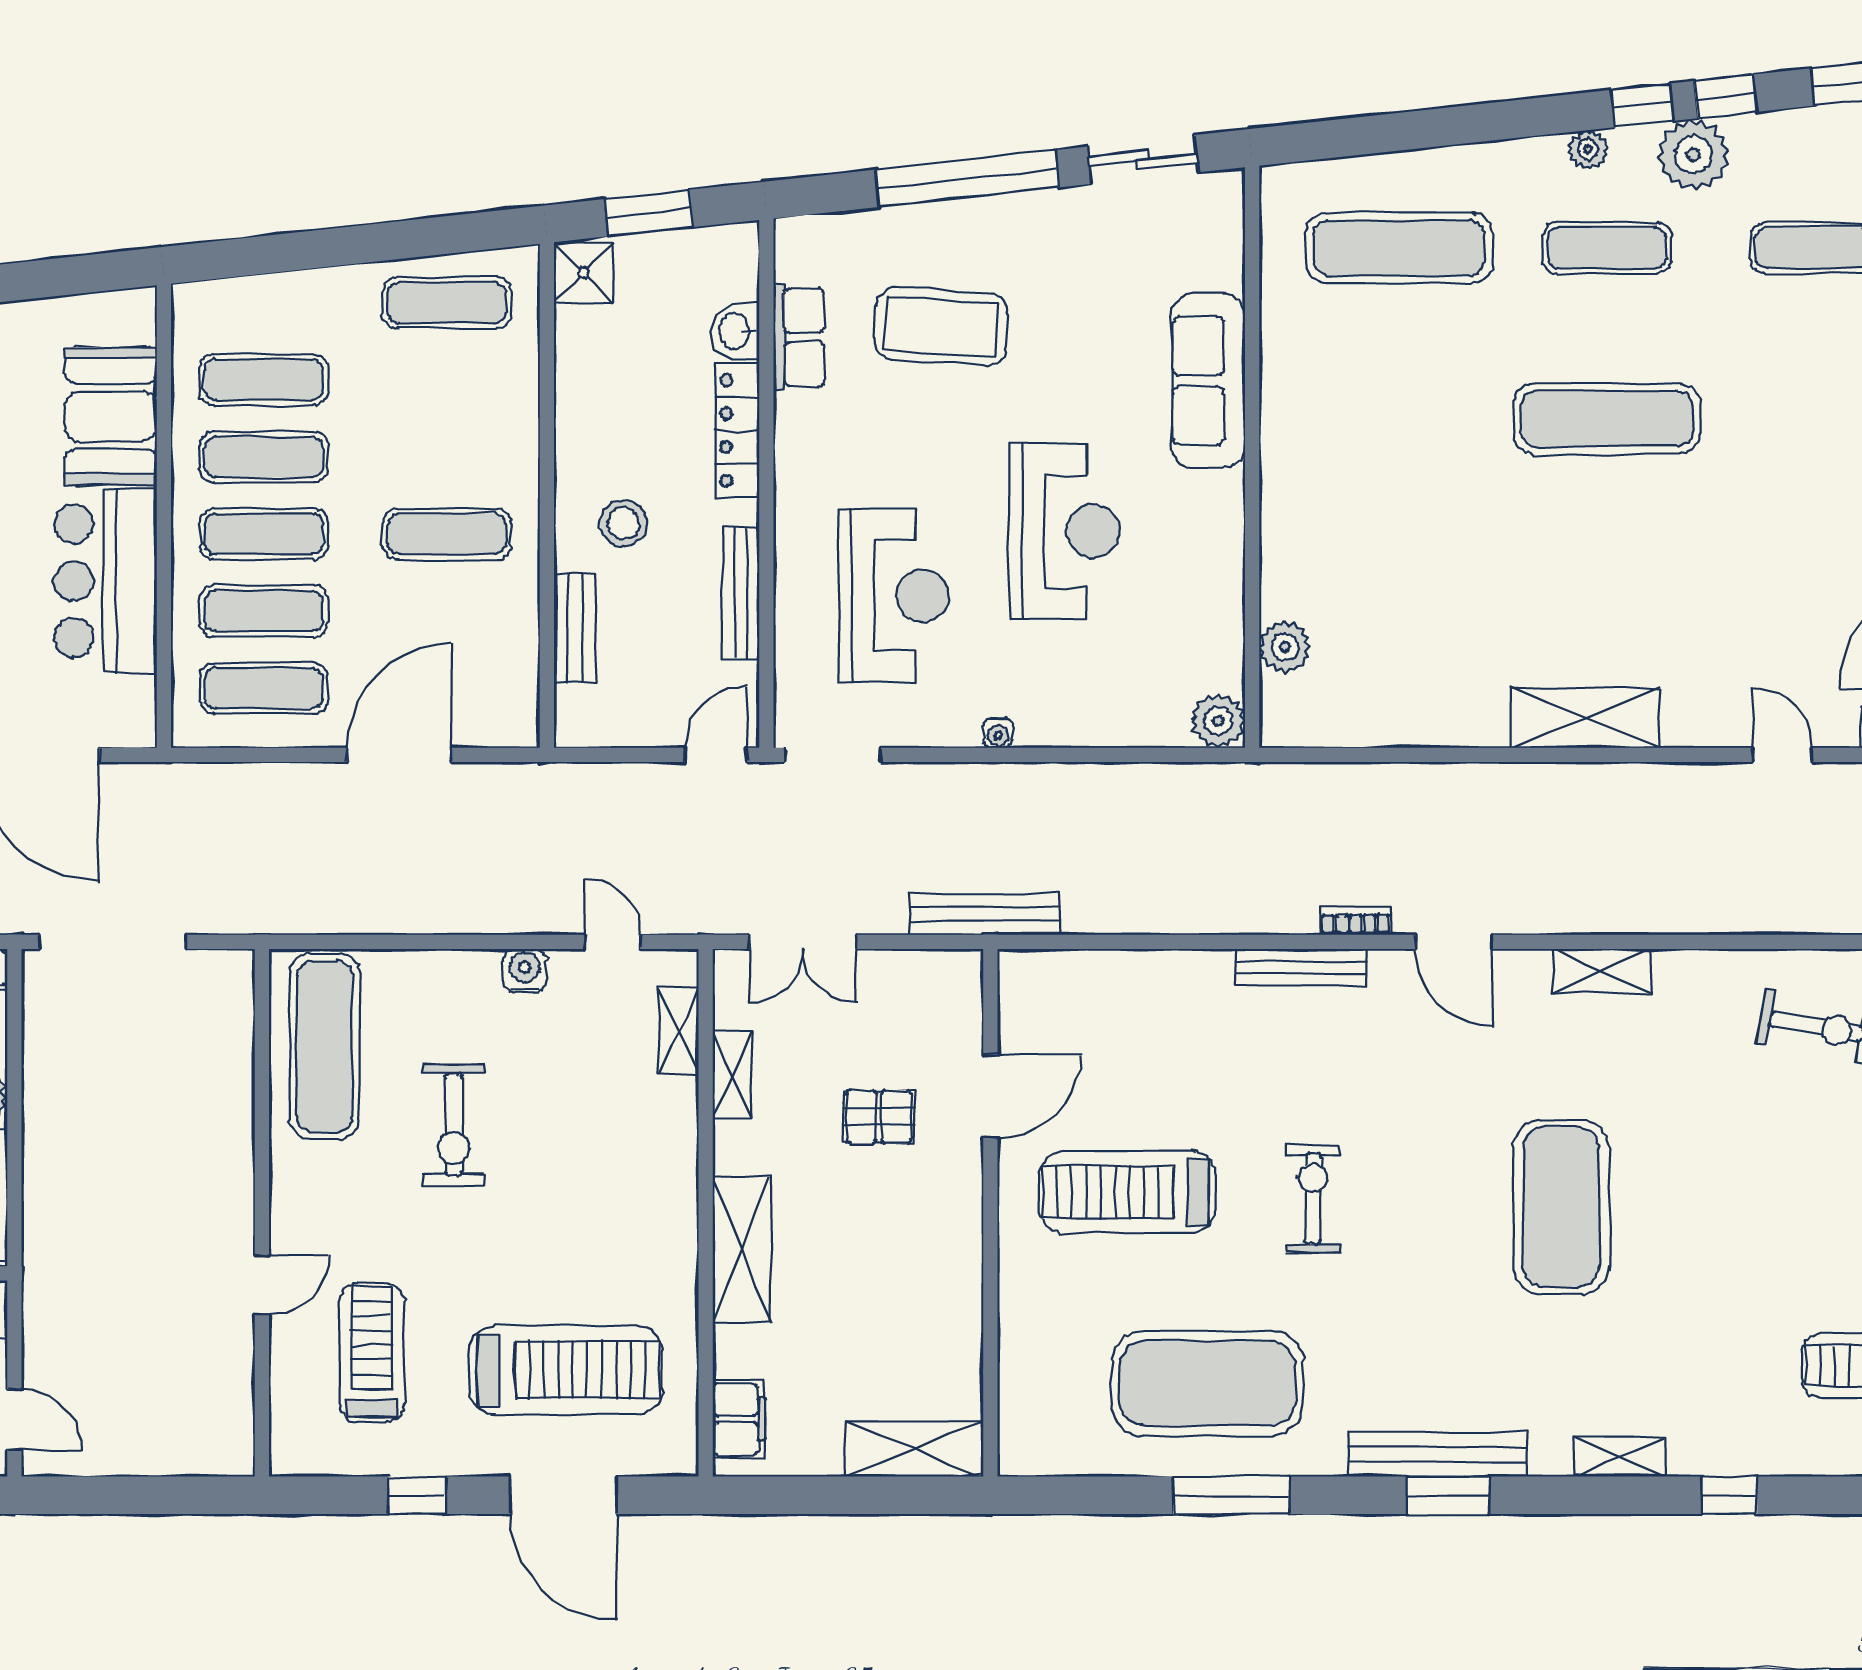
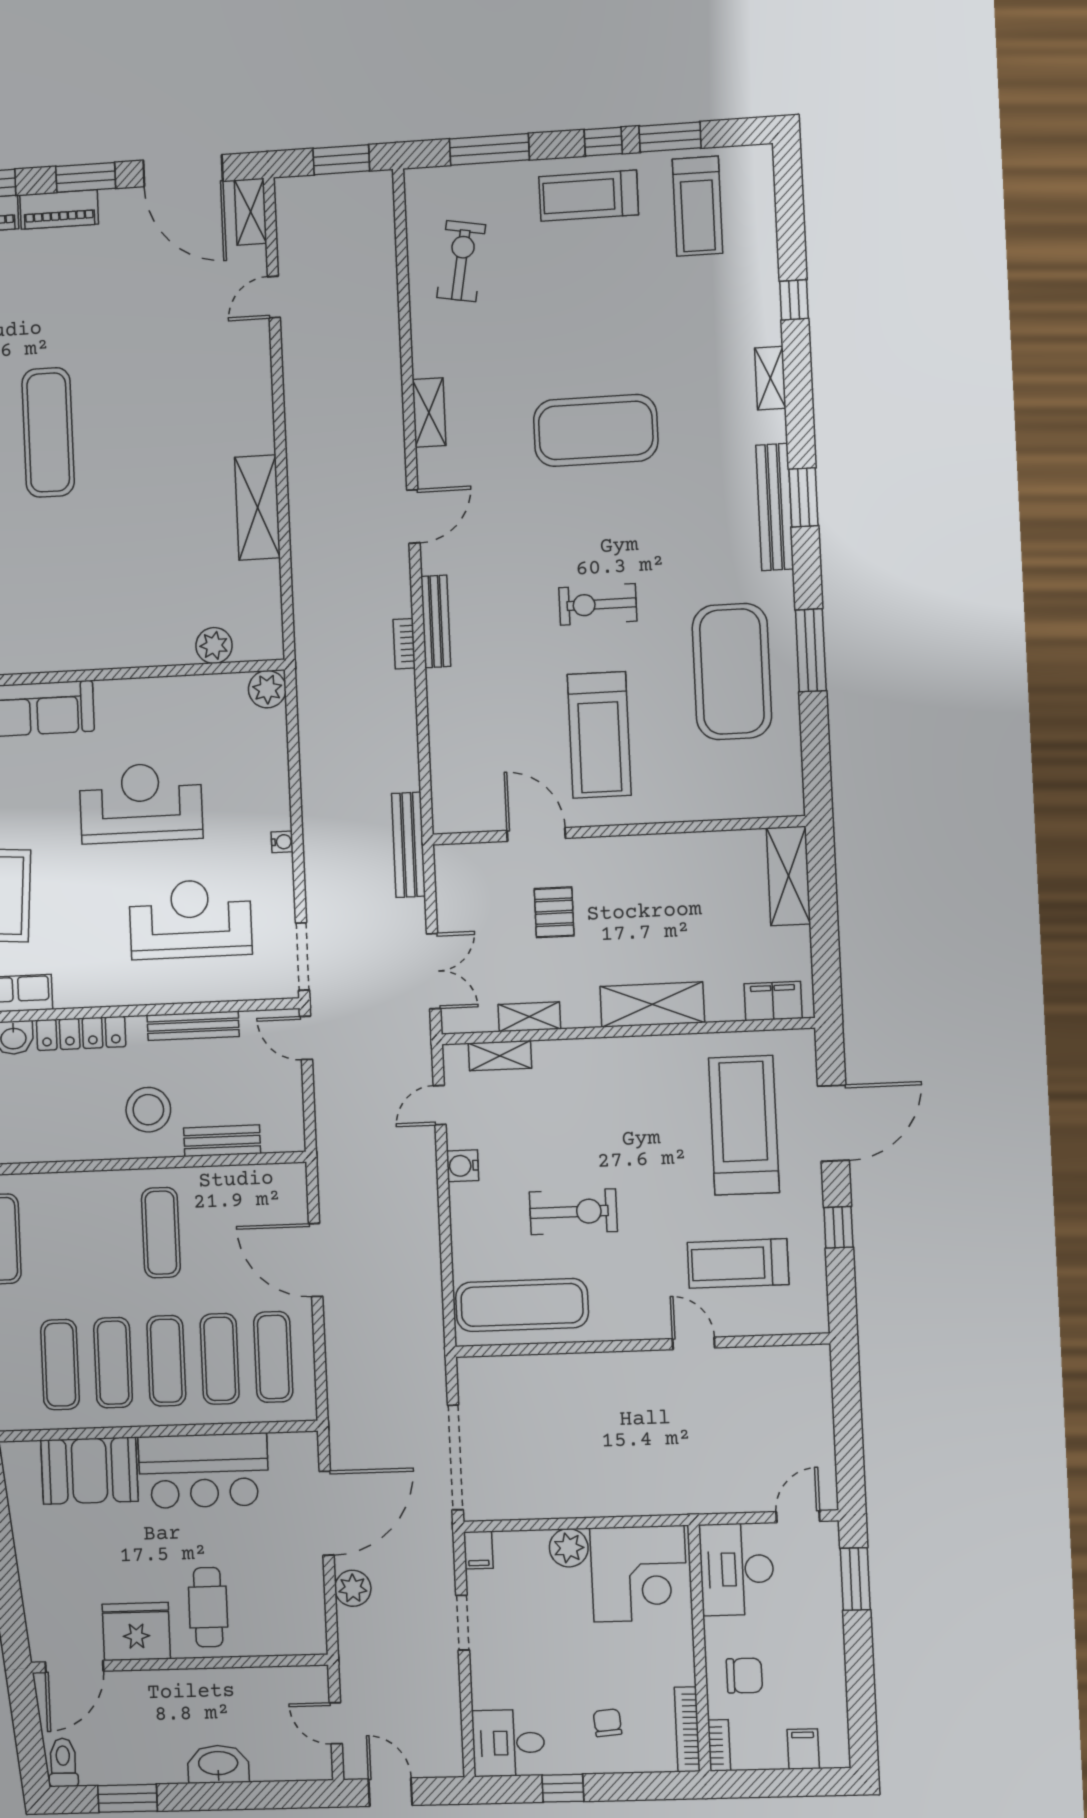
stool: (624, 523) -> (148, 1110), width x1.38, depth x1.38
shelving: (1585, 718) -> (257, 507), moved
bookcase: (1356, 921) -> (404, 644), moved

